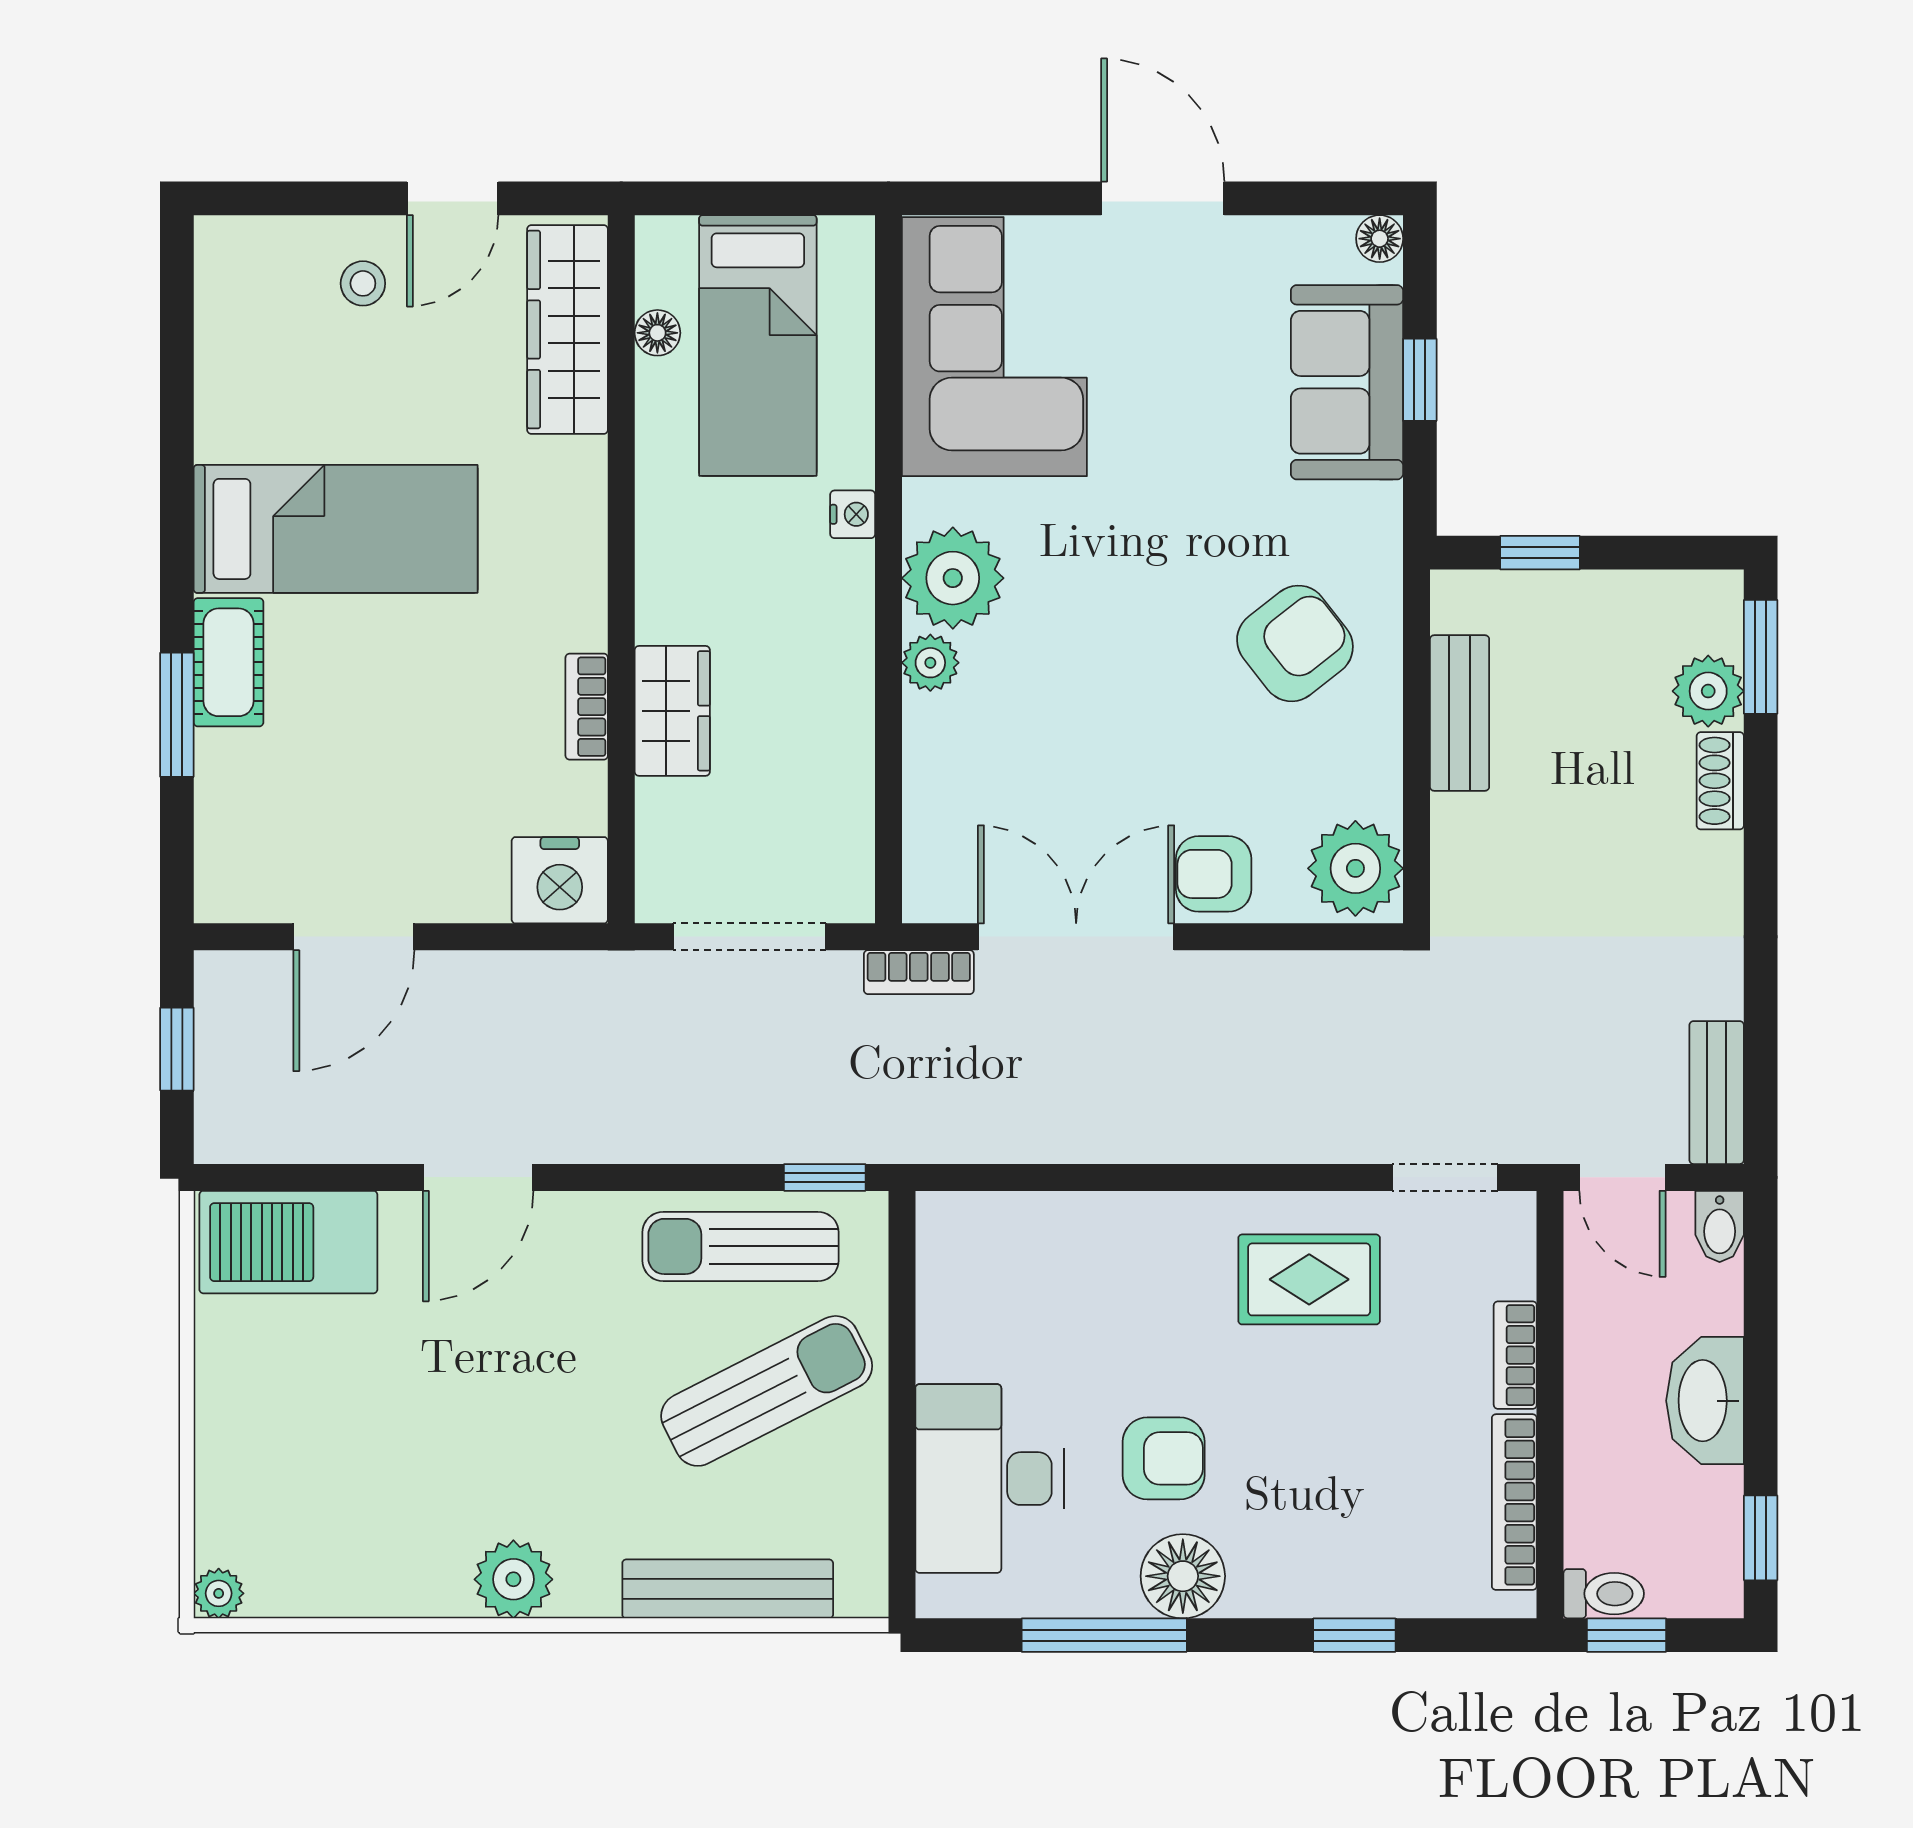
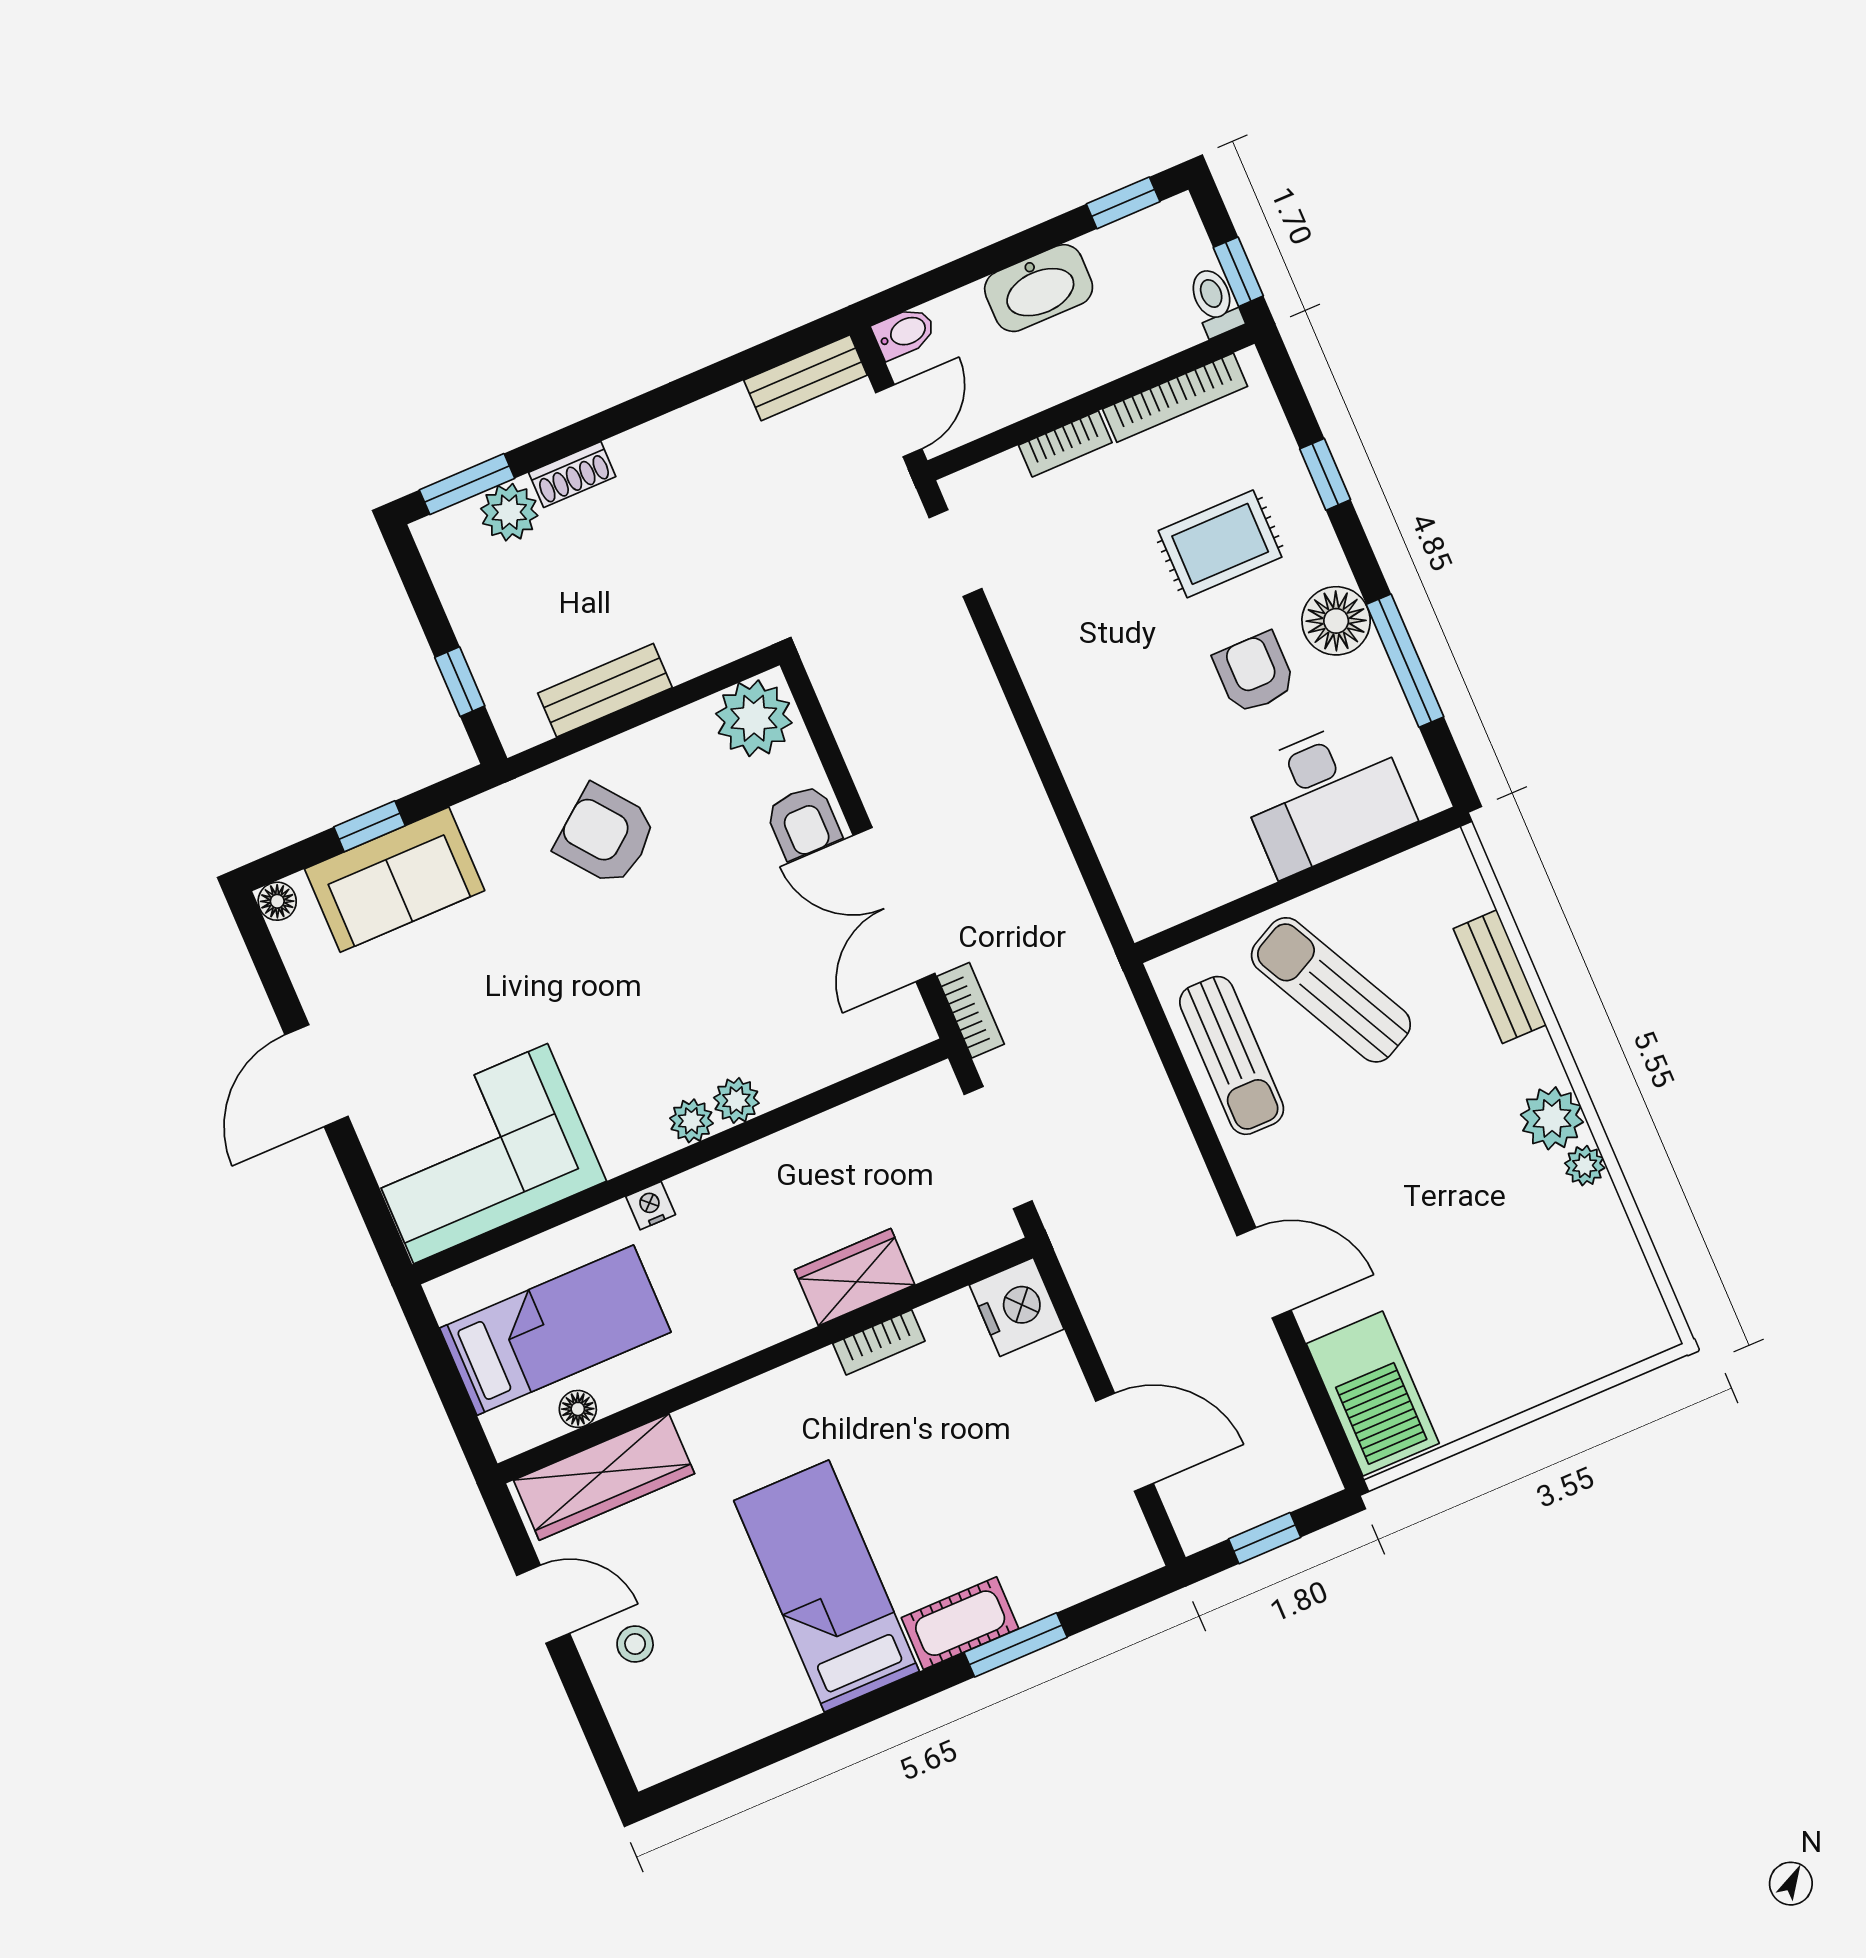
plant: (953, 578) -> (691, 1121), width x0.53, depth x0.53
window: (825, 1177) -> (1153, 1015), removed
rug: (1309, 1279) -> (1220, 544), moved, turned 90
bench: (728, 1589) -> (1500, 977), width x0.73
plant: (219, 1593) -> (1585, 1166), moved

